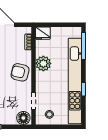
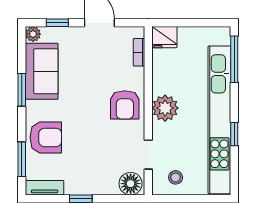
plant: (43, 63) -> (165, 108), moved
armchair: (20, 72) -> (125, 105), turned -104

